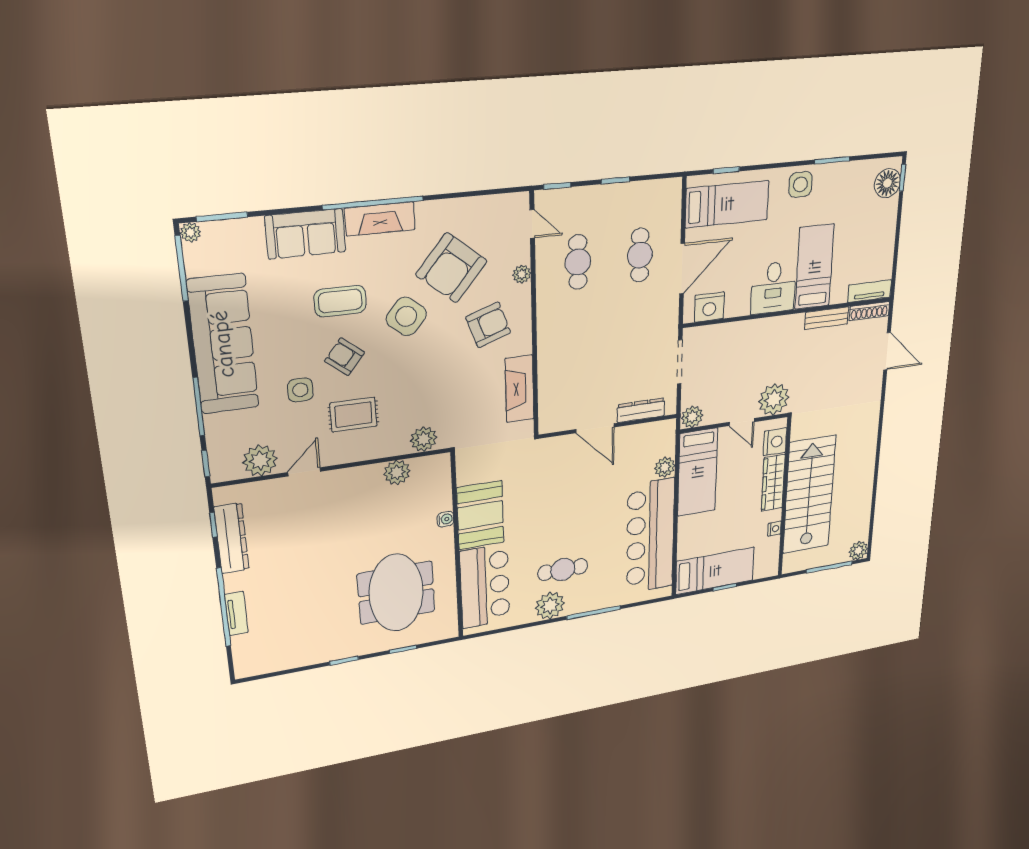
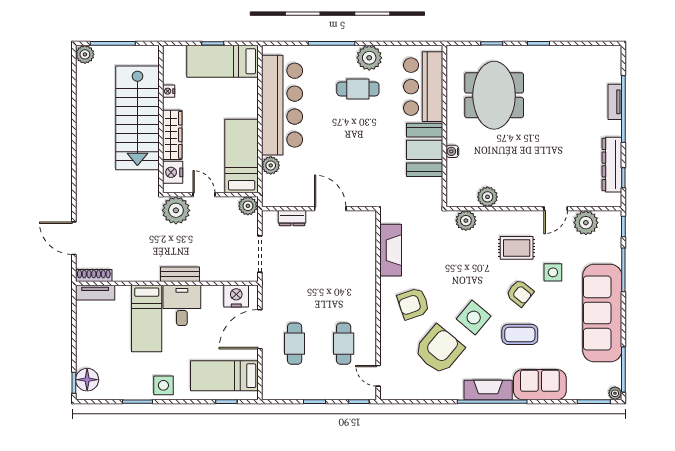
plant: (522, 274) -> (387, 339), removed
bench: (827, 318) -> (180, 274), moved
dresser: (641, 410) -> (292, 218), width x0.70

